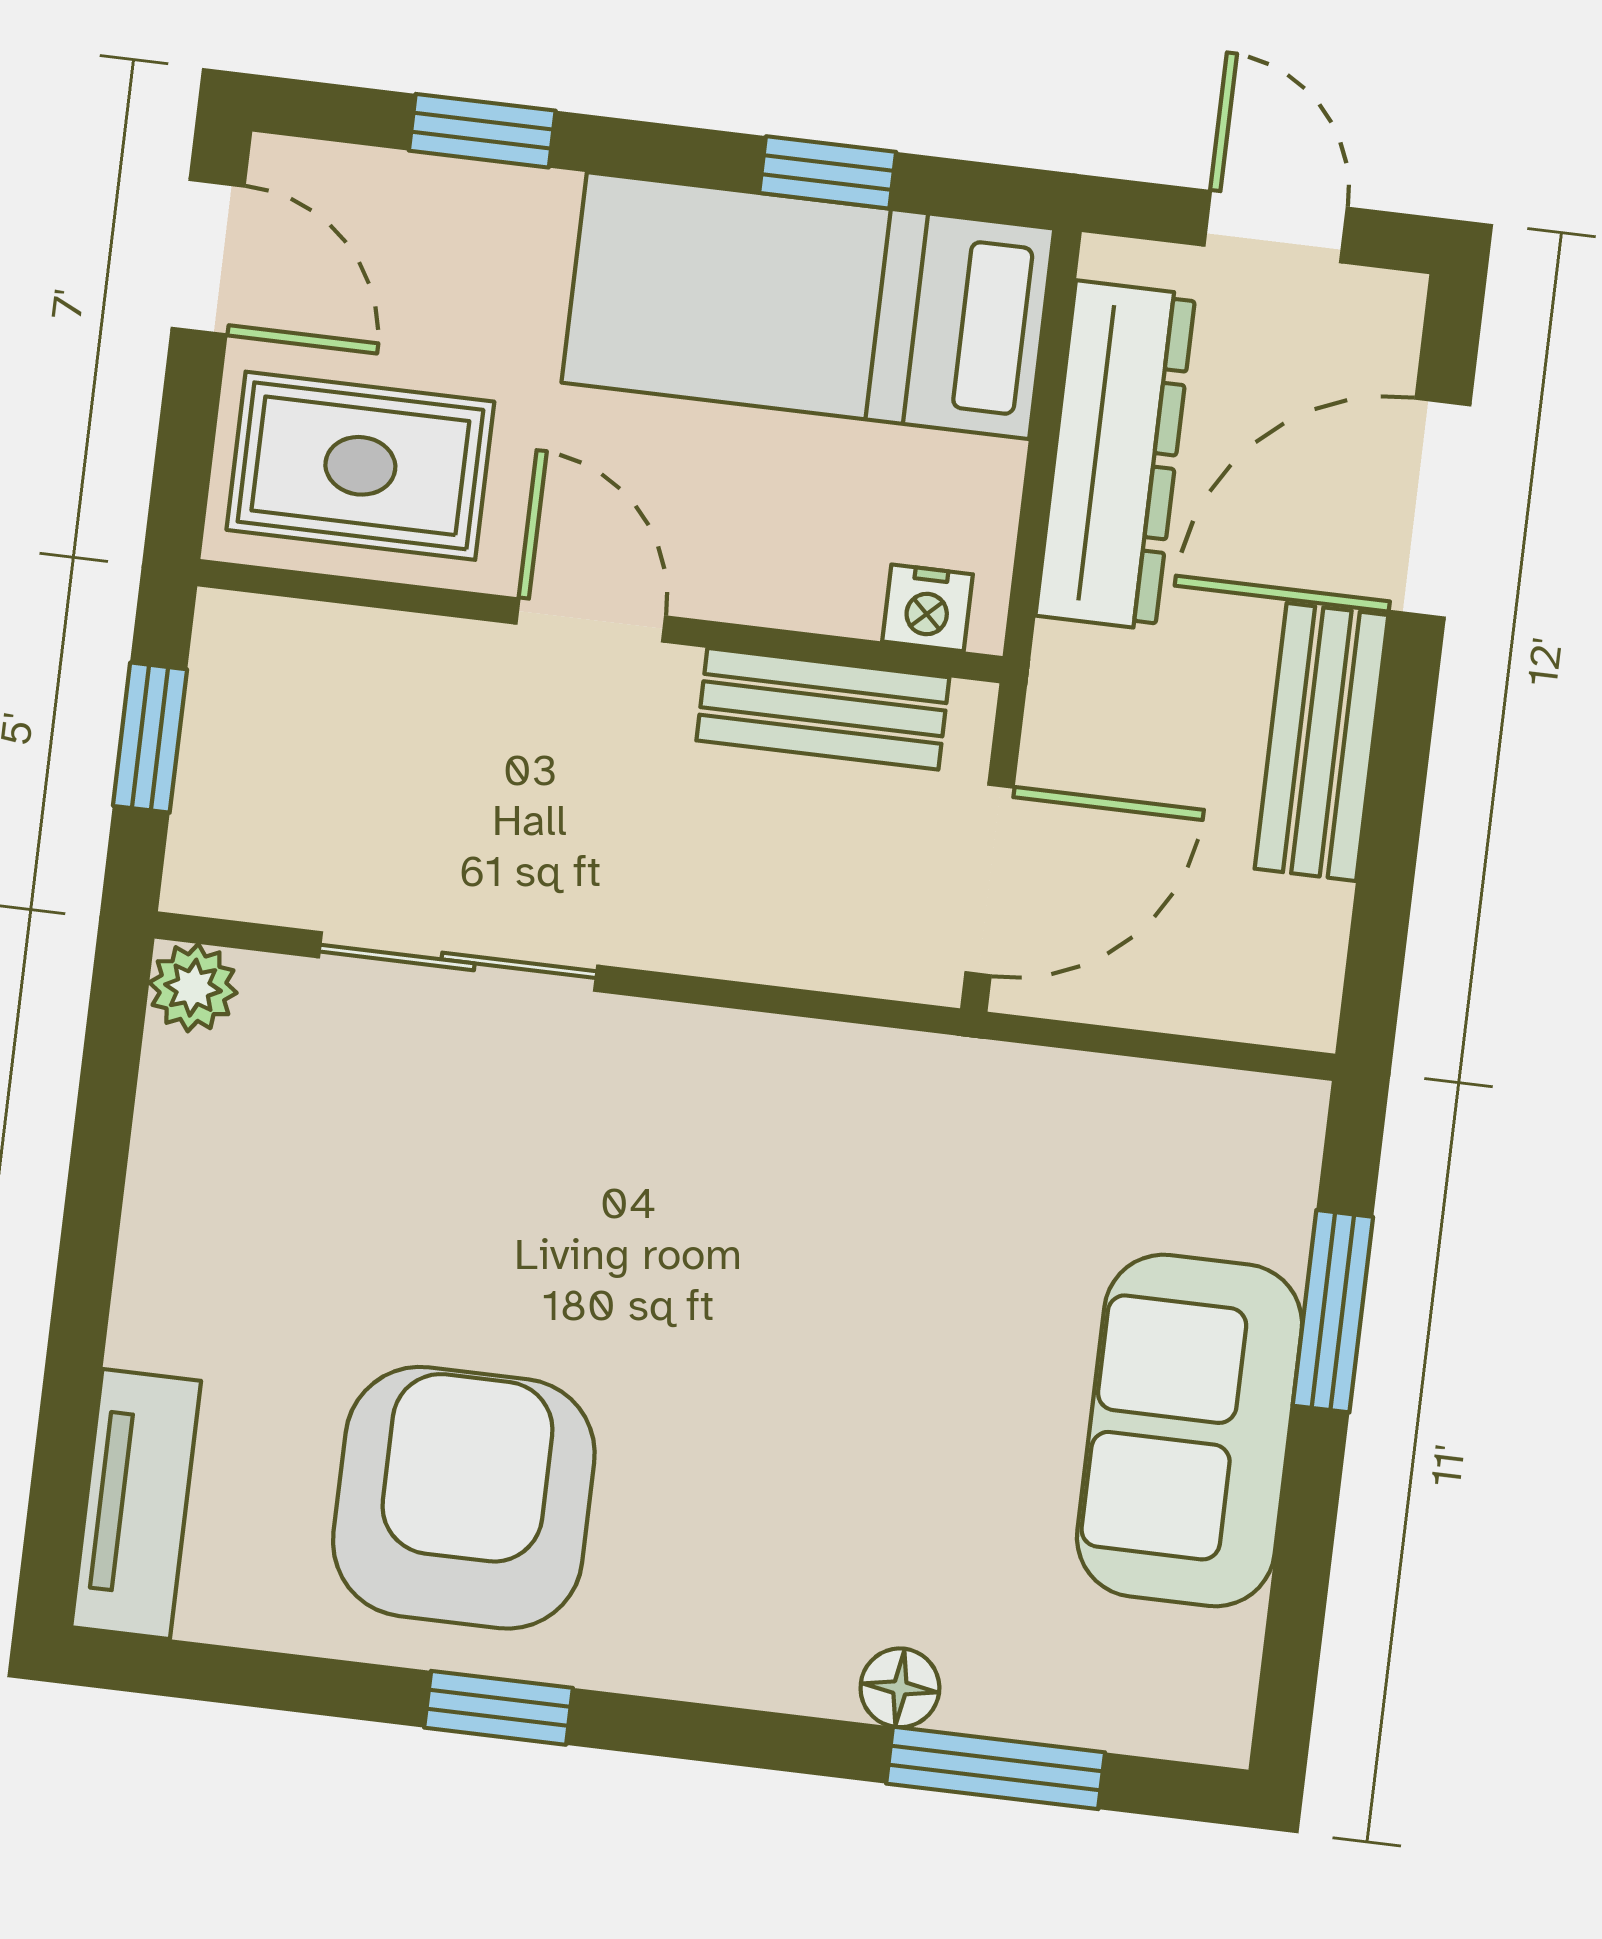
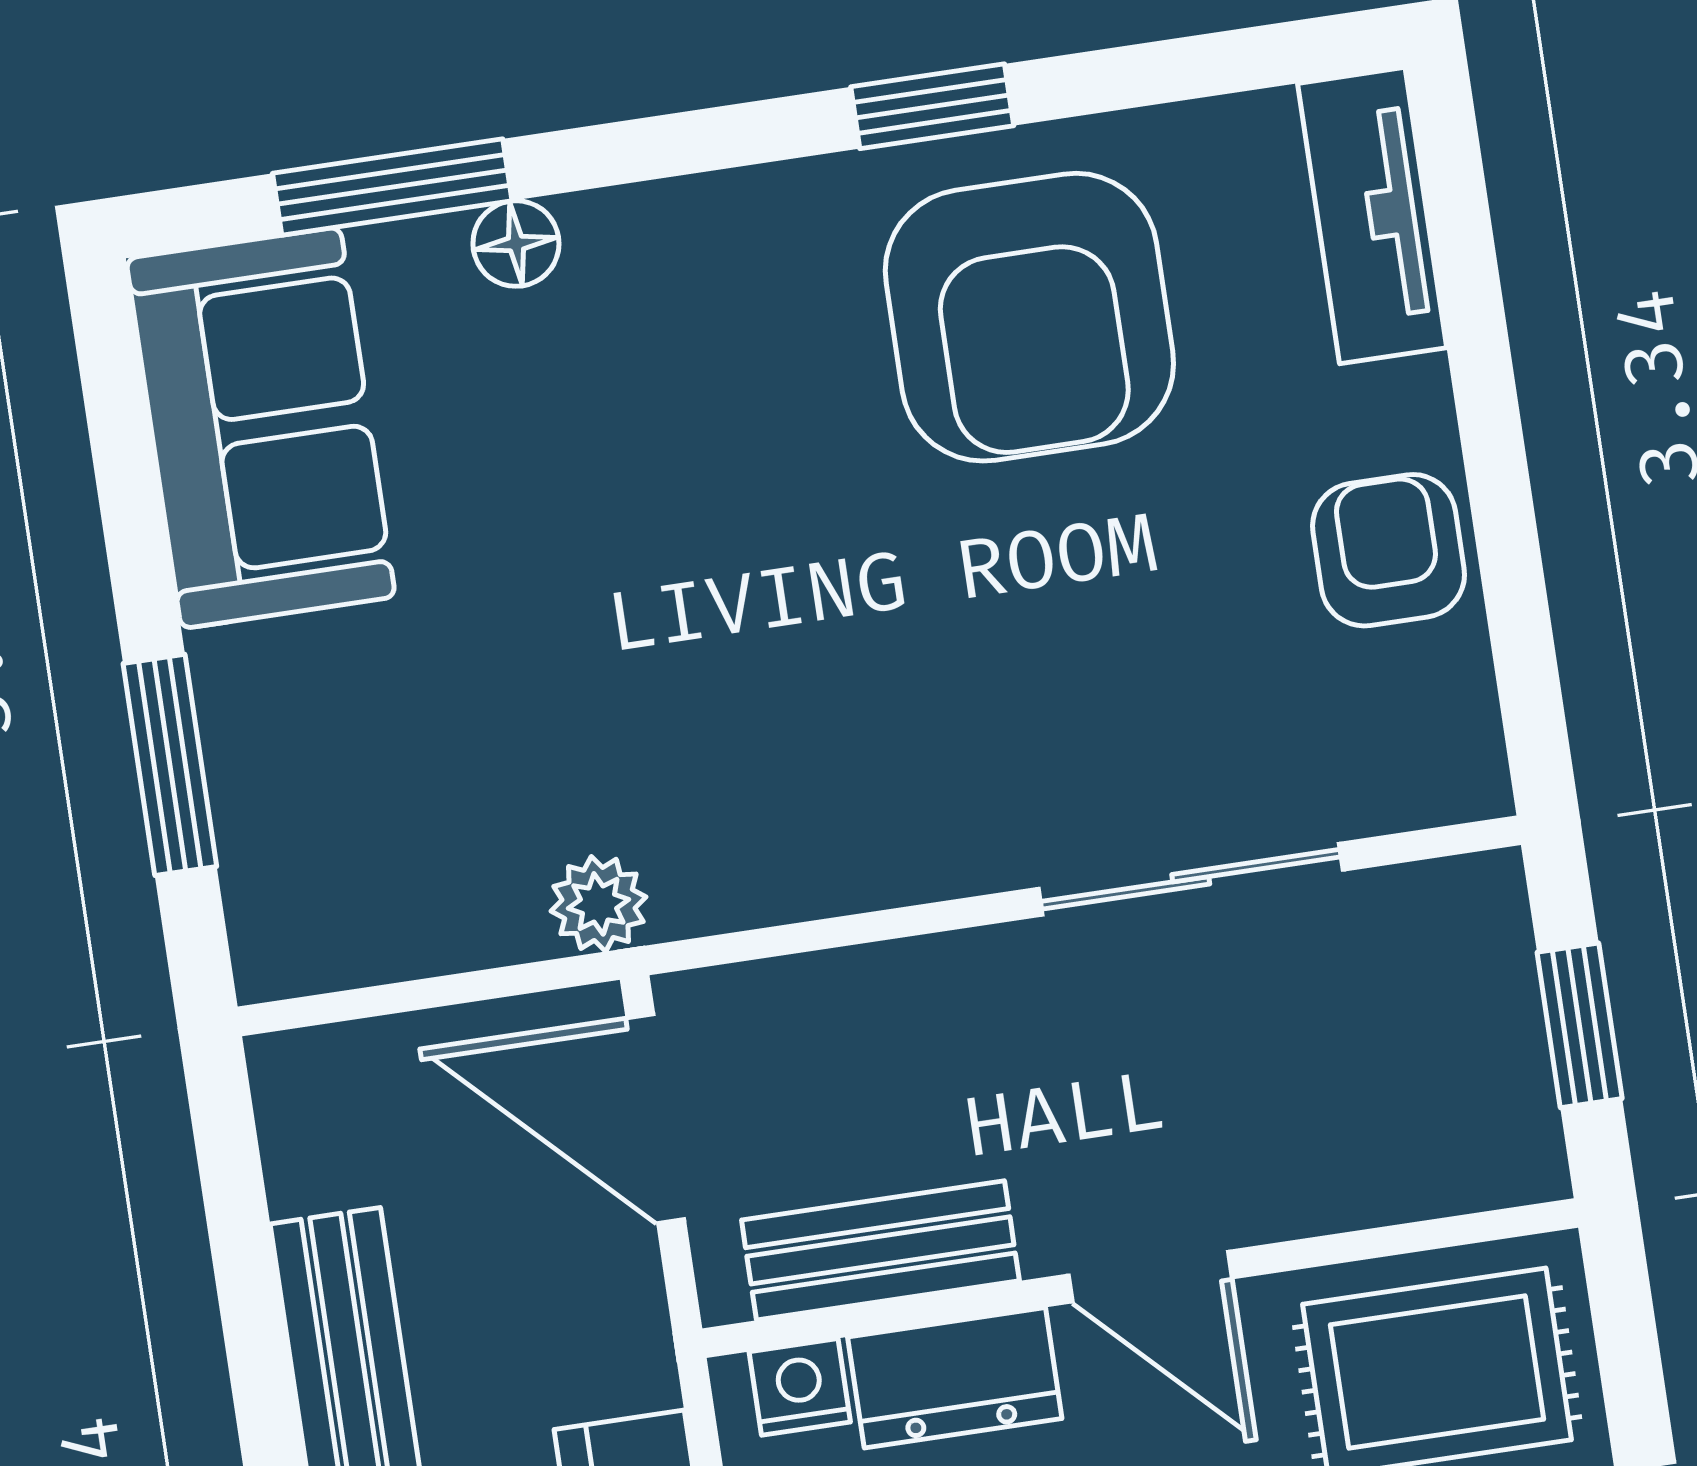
dresser: (788, 578) -> (955, 1378), added
door: (990, 880) -> (656, 1119), hinge flipped
plant: (193, 988) -> (598, 904), moved
armchair: (203, 1204) -> (1389, 550), added
sofa: (1189, 1431) -> (261, 428), moved

